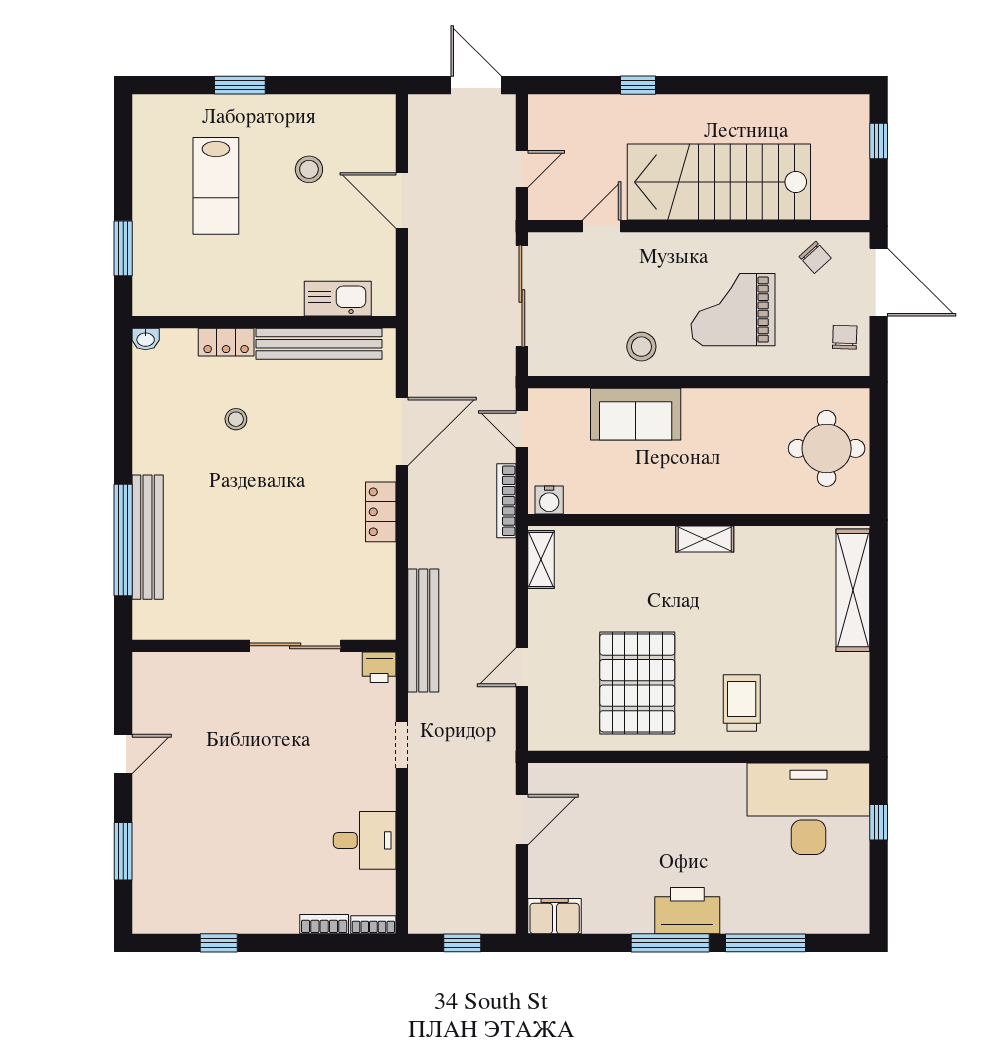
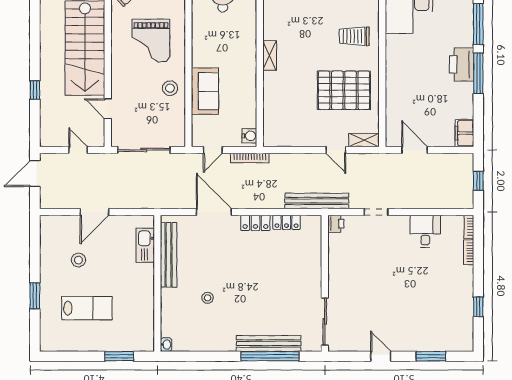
locker: (226, 342) -> (287, 222), moved, turned 90
shelving: (541, 559) -> (364, 140), moved
sliding door: (295, 646) -> (325, 321), moved

